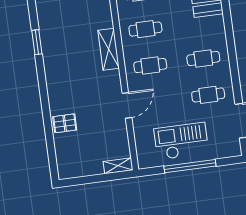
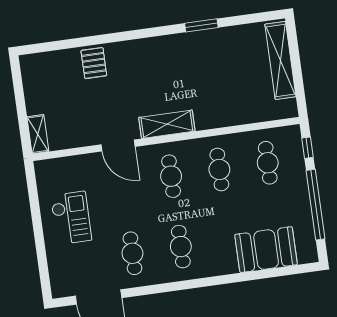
shelving: (109, 49) -> (167, 124), moved
checkout: (181, 141) -> (71, 218), width x0.73, depth x0.83
window: (190, 166) -> (38, 230), removed

